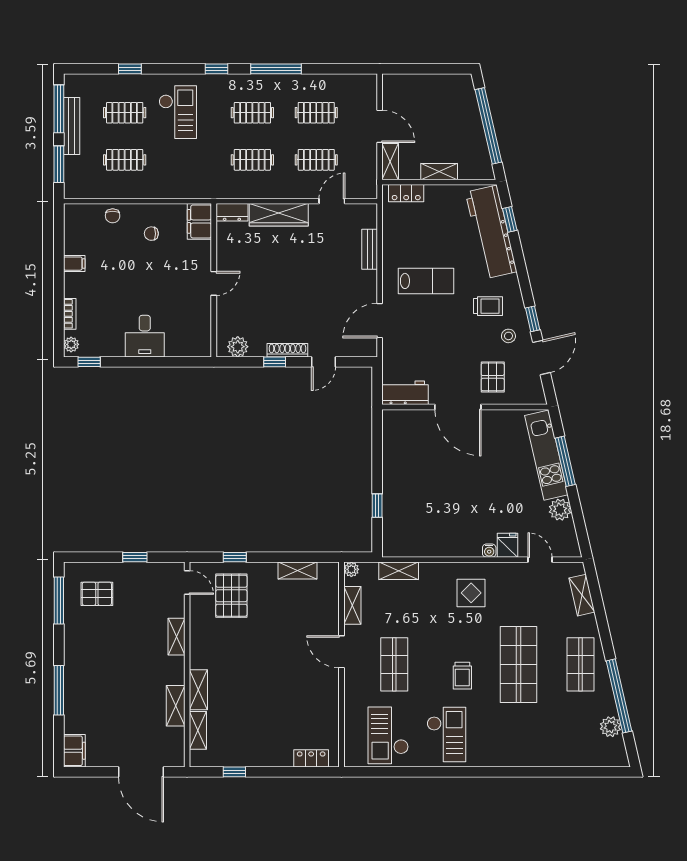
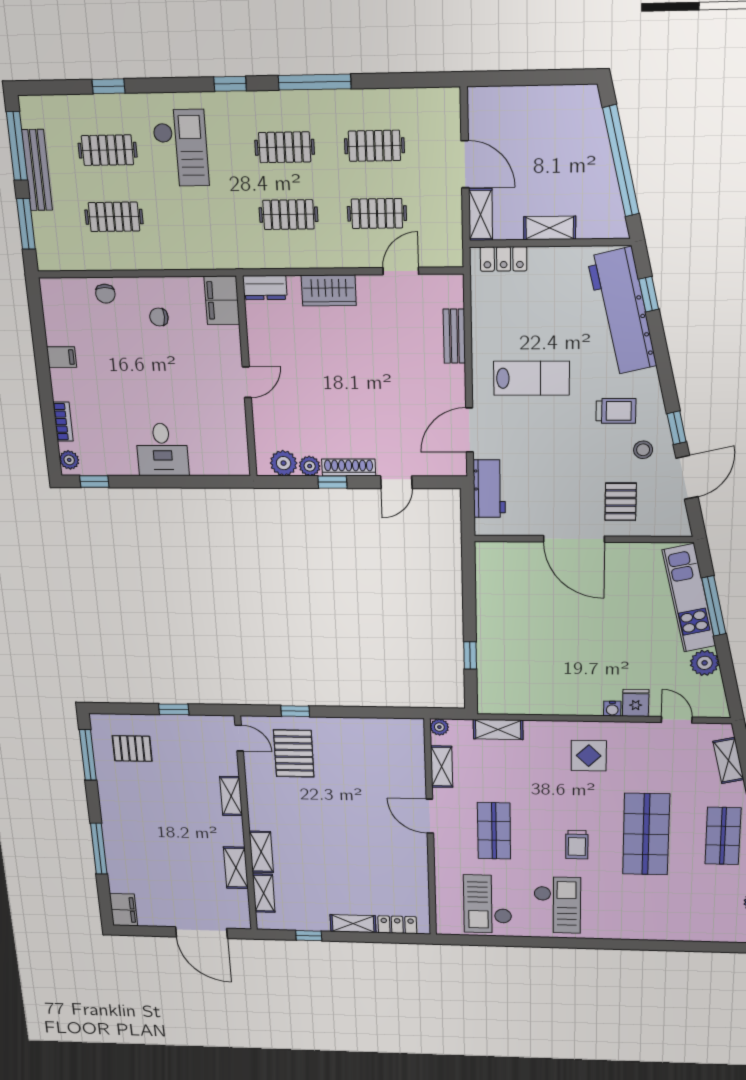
wardrobe: (279, 215) -> (329, 290), width x0.67
plant: (258, 349) -> (310, 466), added
workbench: (405, 393) -> (489, 489), moved, turned 90
shelving: (298, 571) -> (353, 924), moved

